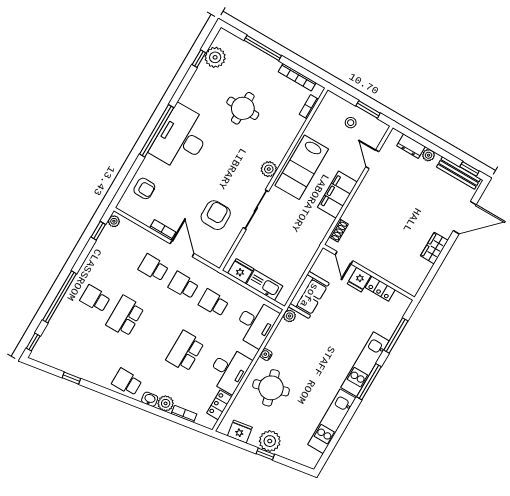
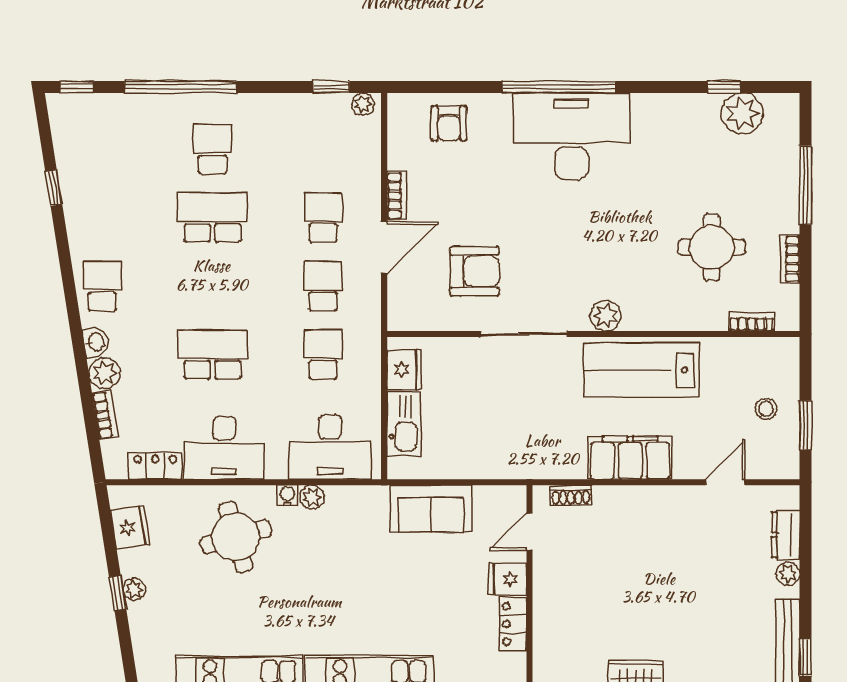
bookcase: (297, 77) -> (790, 259), width x0.64
round table: (243, 108) -> (712, 247), moved
plant: (290, 316) -> (312, 497), moved
plant: (270, 441) -> (134, 589), width x0.53, depth x0.53

